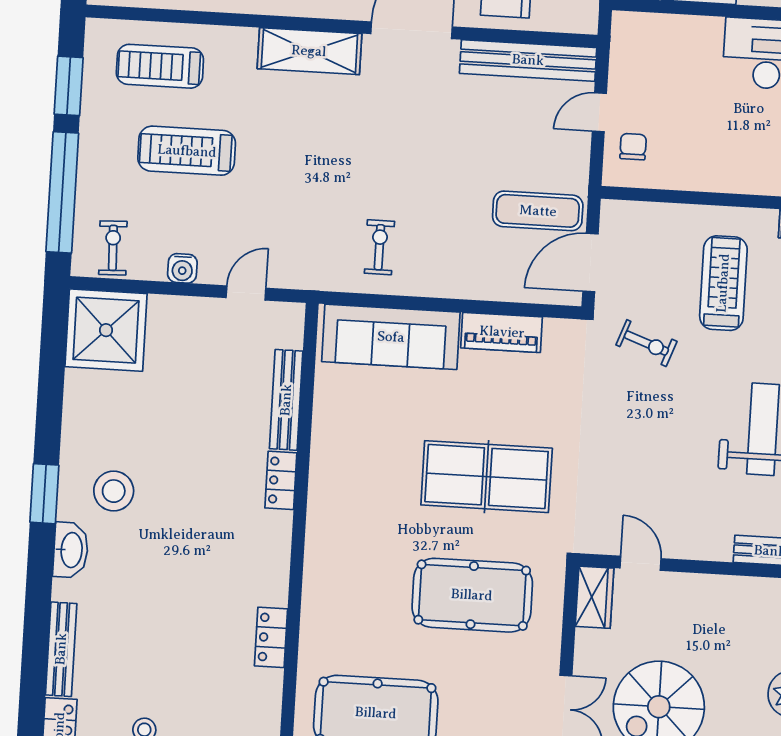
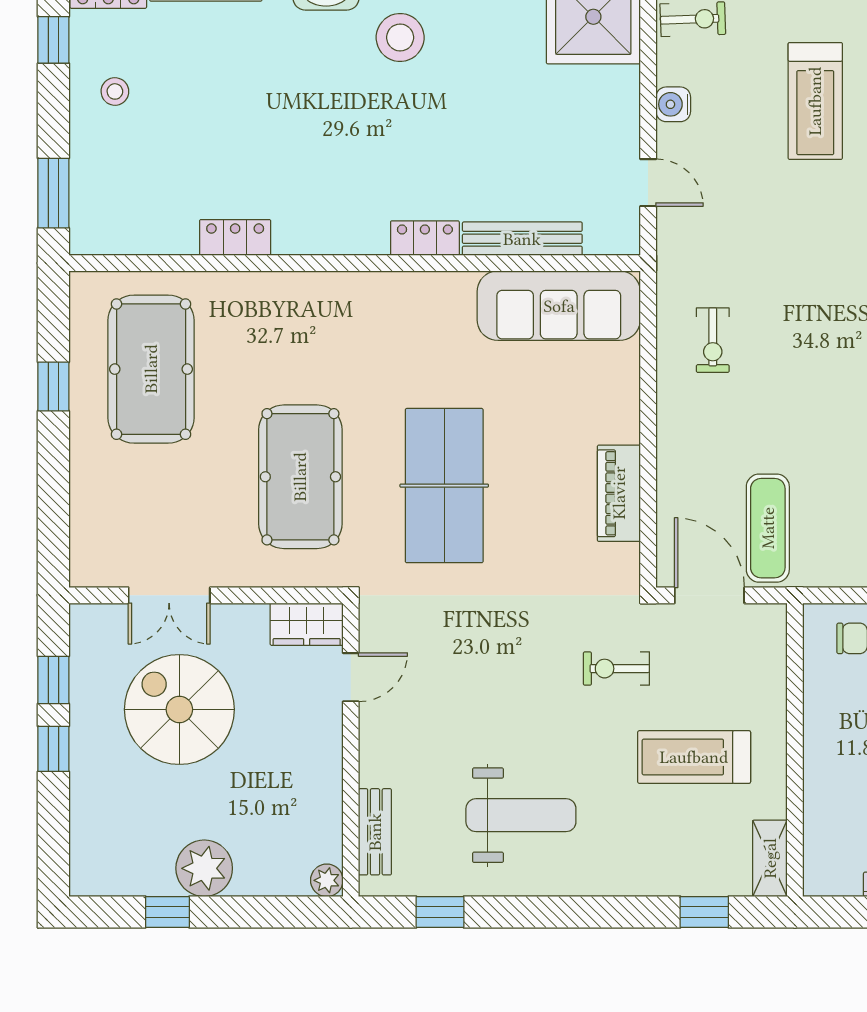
treadmill: (187, 151) -> (815, 101), turned 180
exercise bike: (379, 247) -> (713, 340), turned 90
treadmill: (723, 283) -> (694, 757), turned 180
sofa: (391, 337) -> (559, 306), moved, turned -90
exercise bike: (646, 343) -> (616, 669), turned 70

